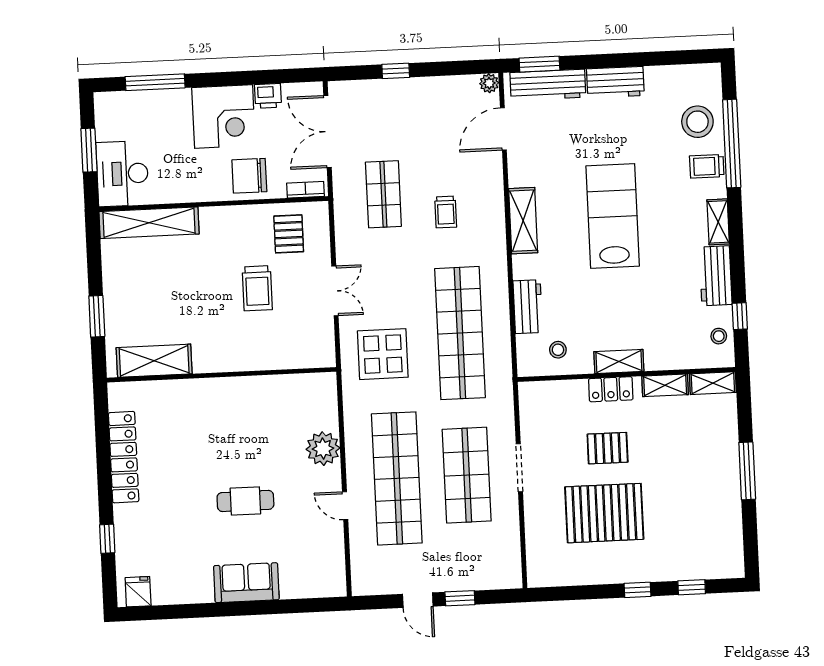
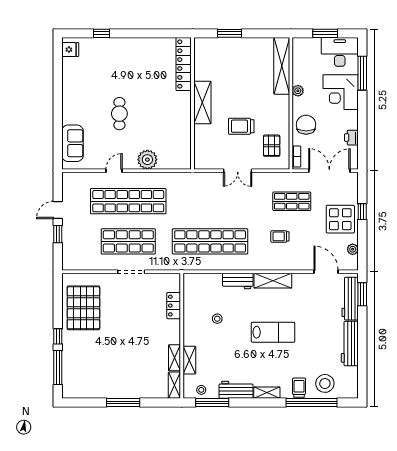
workbench: (615, 82) -> (350, 344), width x1.37
plant: (489, 83) -> (353, 249), moved
corner desk: (224, 117) -> (341, 92), moved
desk: (122, 174) -> (340, 52), moved
plant: (191, 193) -> (298, 91), added
lab bench: (613, 216) -> (273, 332), width x0.73, depth x0.72
pallet: (289, 234) -> (272, 146), turned 90
workbench: (528, 307) -> (238, 281), moved
window: (740, 316) -> (212, 403), width x2.17
stool: (558, 350) -> (217, 319), moved
display table: (383, 354) -> (340, 219), moved
shelving: (154, 361) -> (202, 103), moved
shelving: (619, 361) -> (189, 360), moved
locker: (611, 389) -> (174, 306), moved
pallet: (608, 448) -> (140, 323), removed
locker: (124, 457) -> (184, 64), moved, turned 90
pallet: (604, 513) -> (83, 308), moved
sofa: (246, 583) -> (72, 143), moved
window: (692, 587) -> (58, 368), width x2.17

